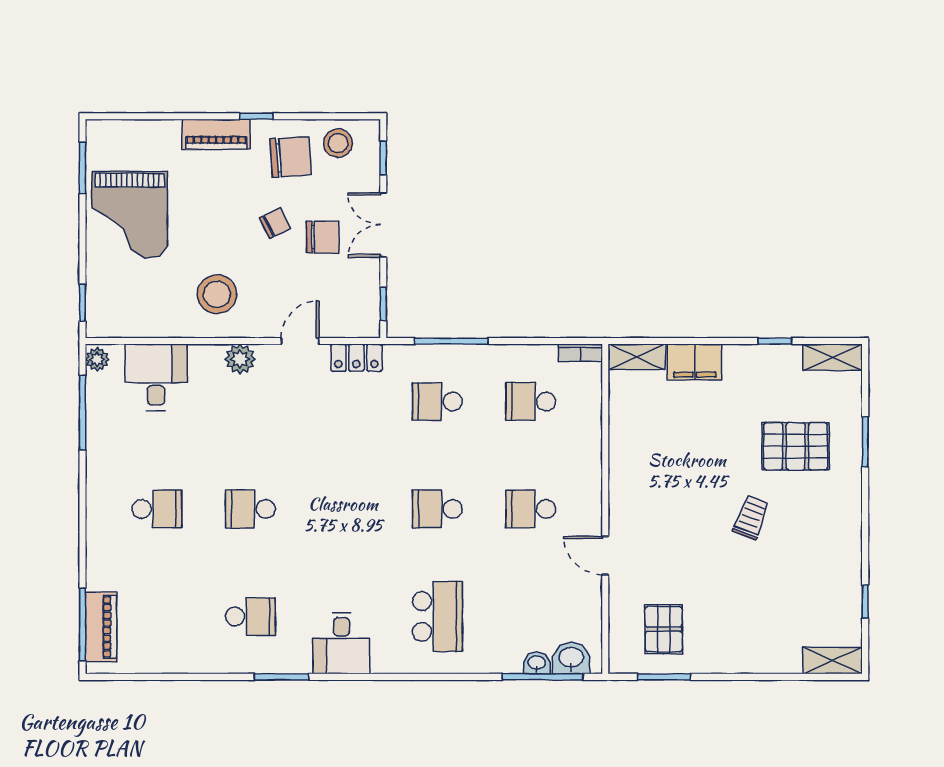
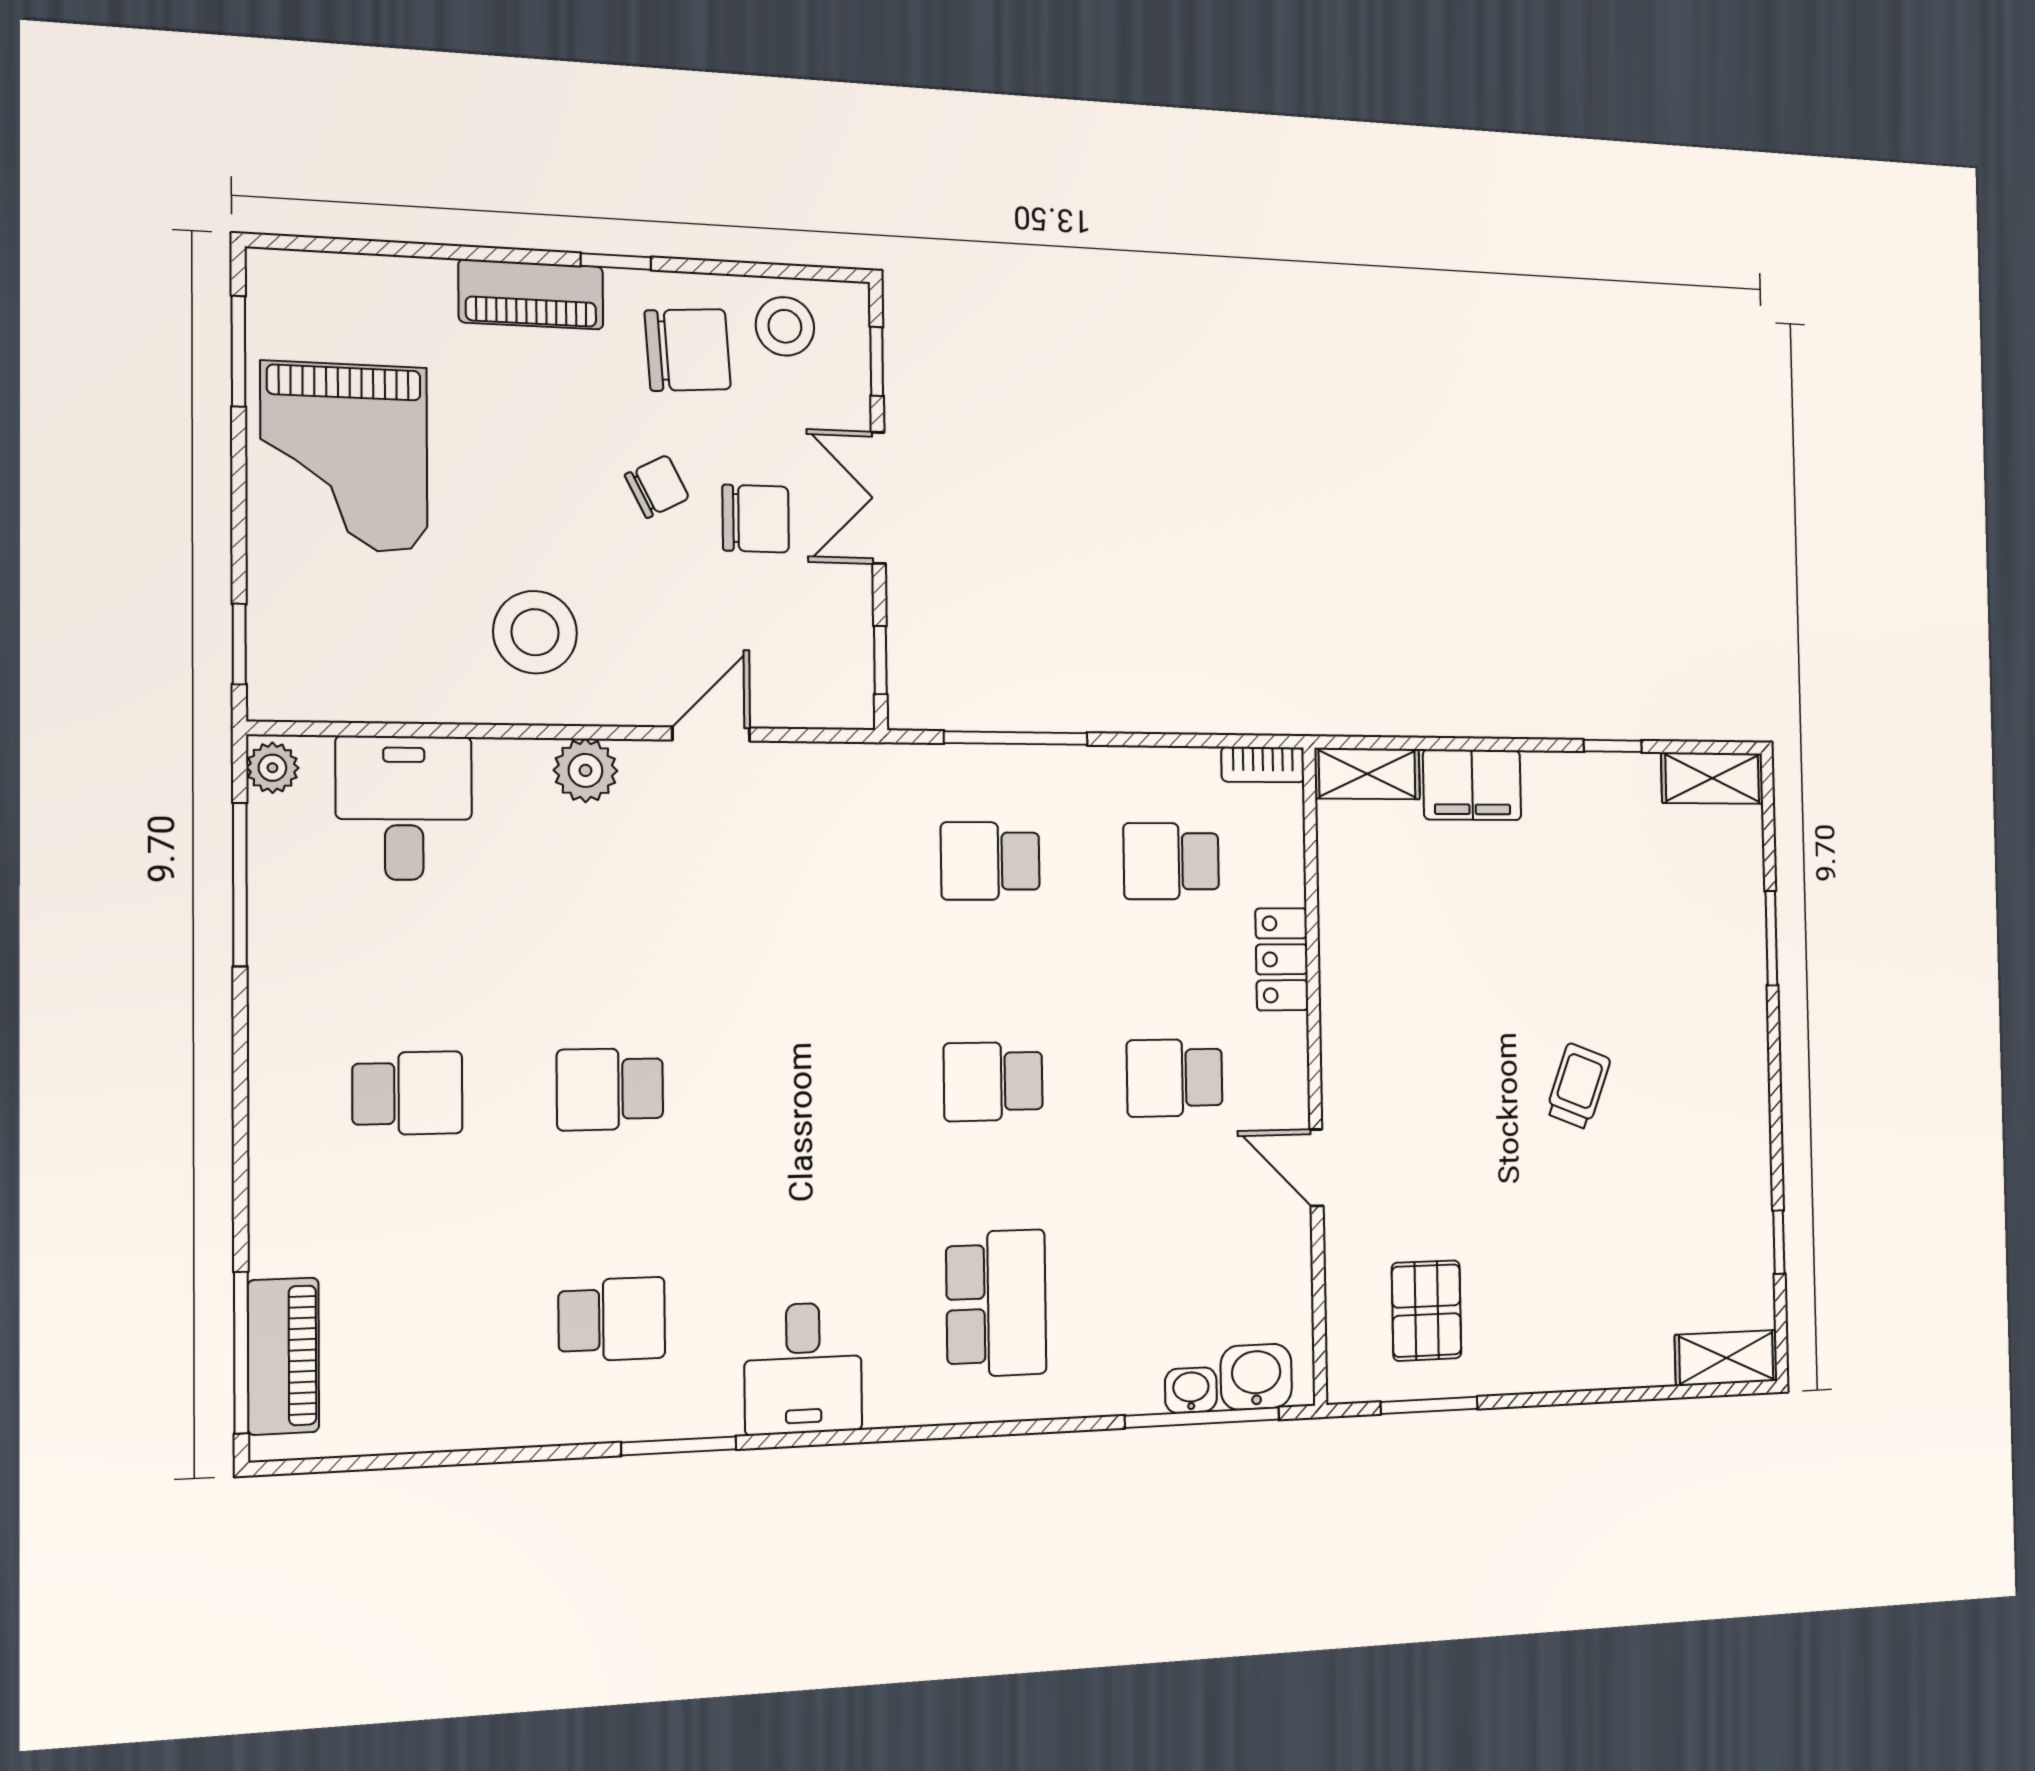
locker: (356, 358) -> (1282, 959), moved, turned 90
pallet: (796, 446) -> (1653, 948), removed

